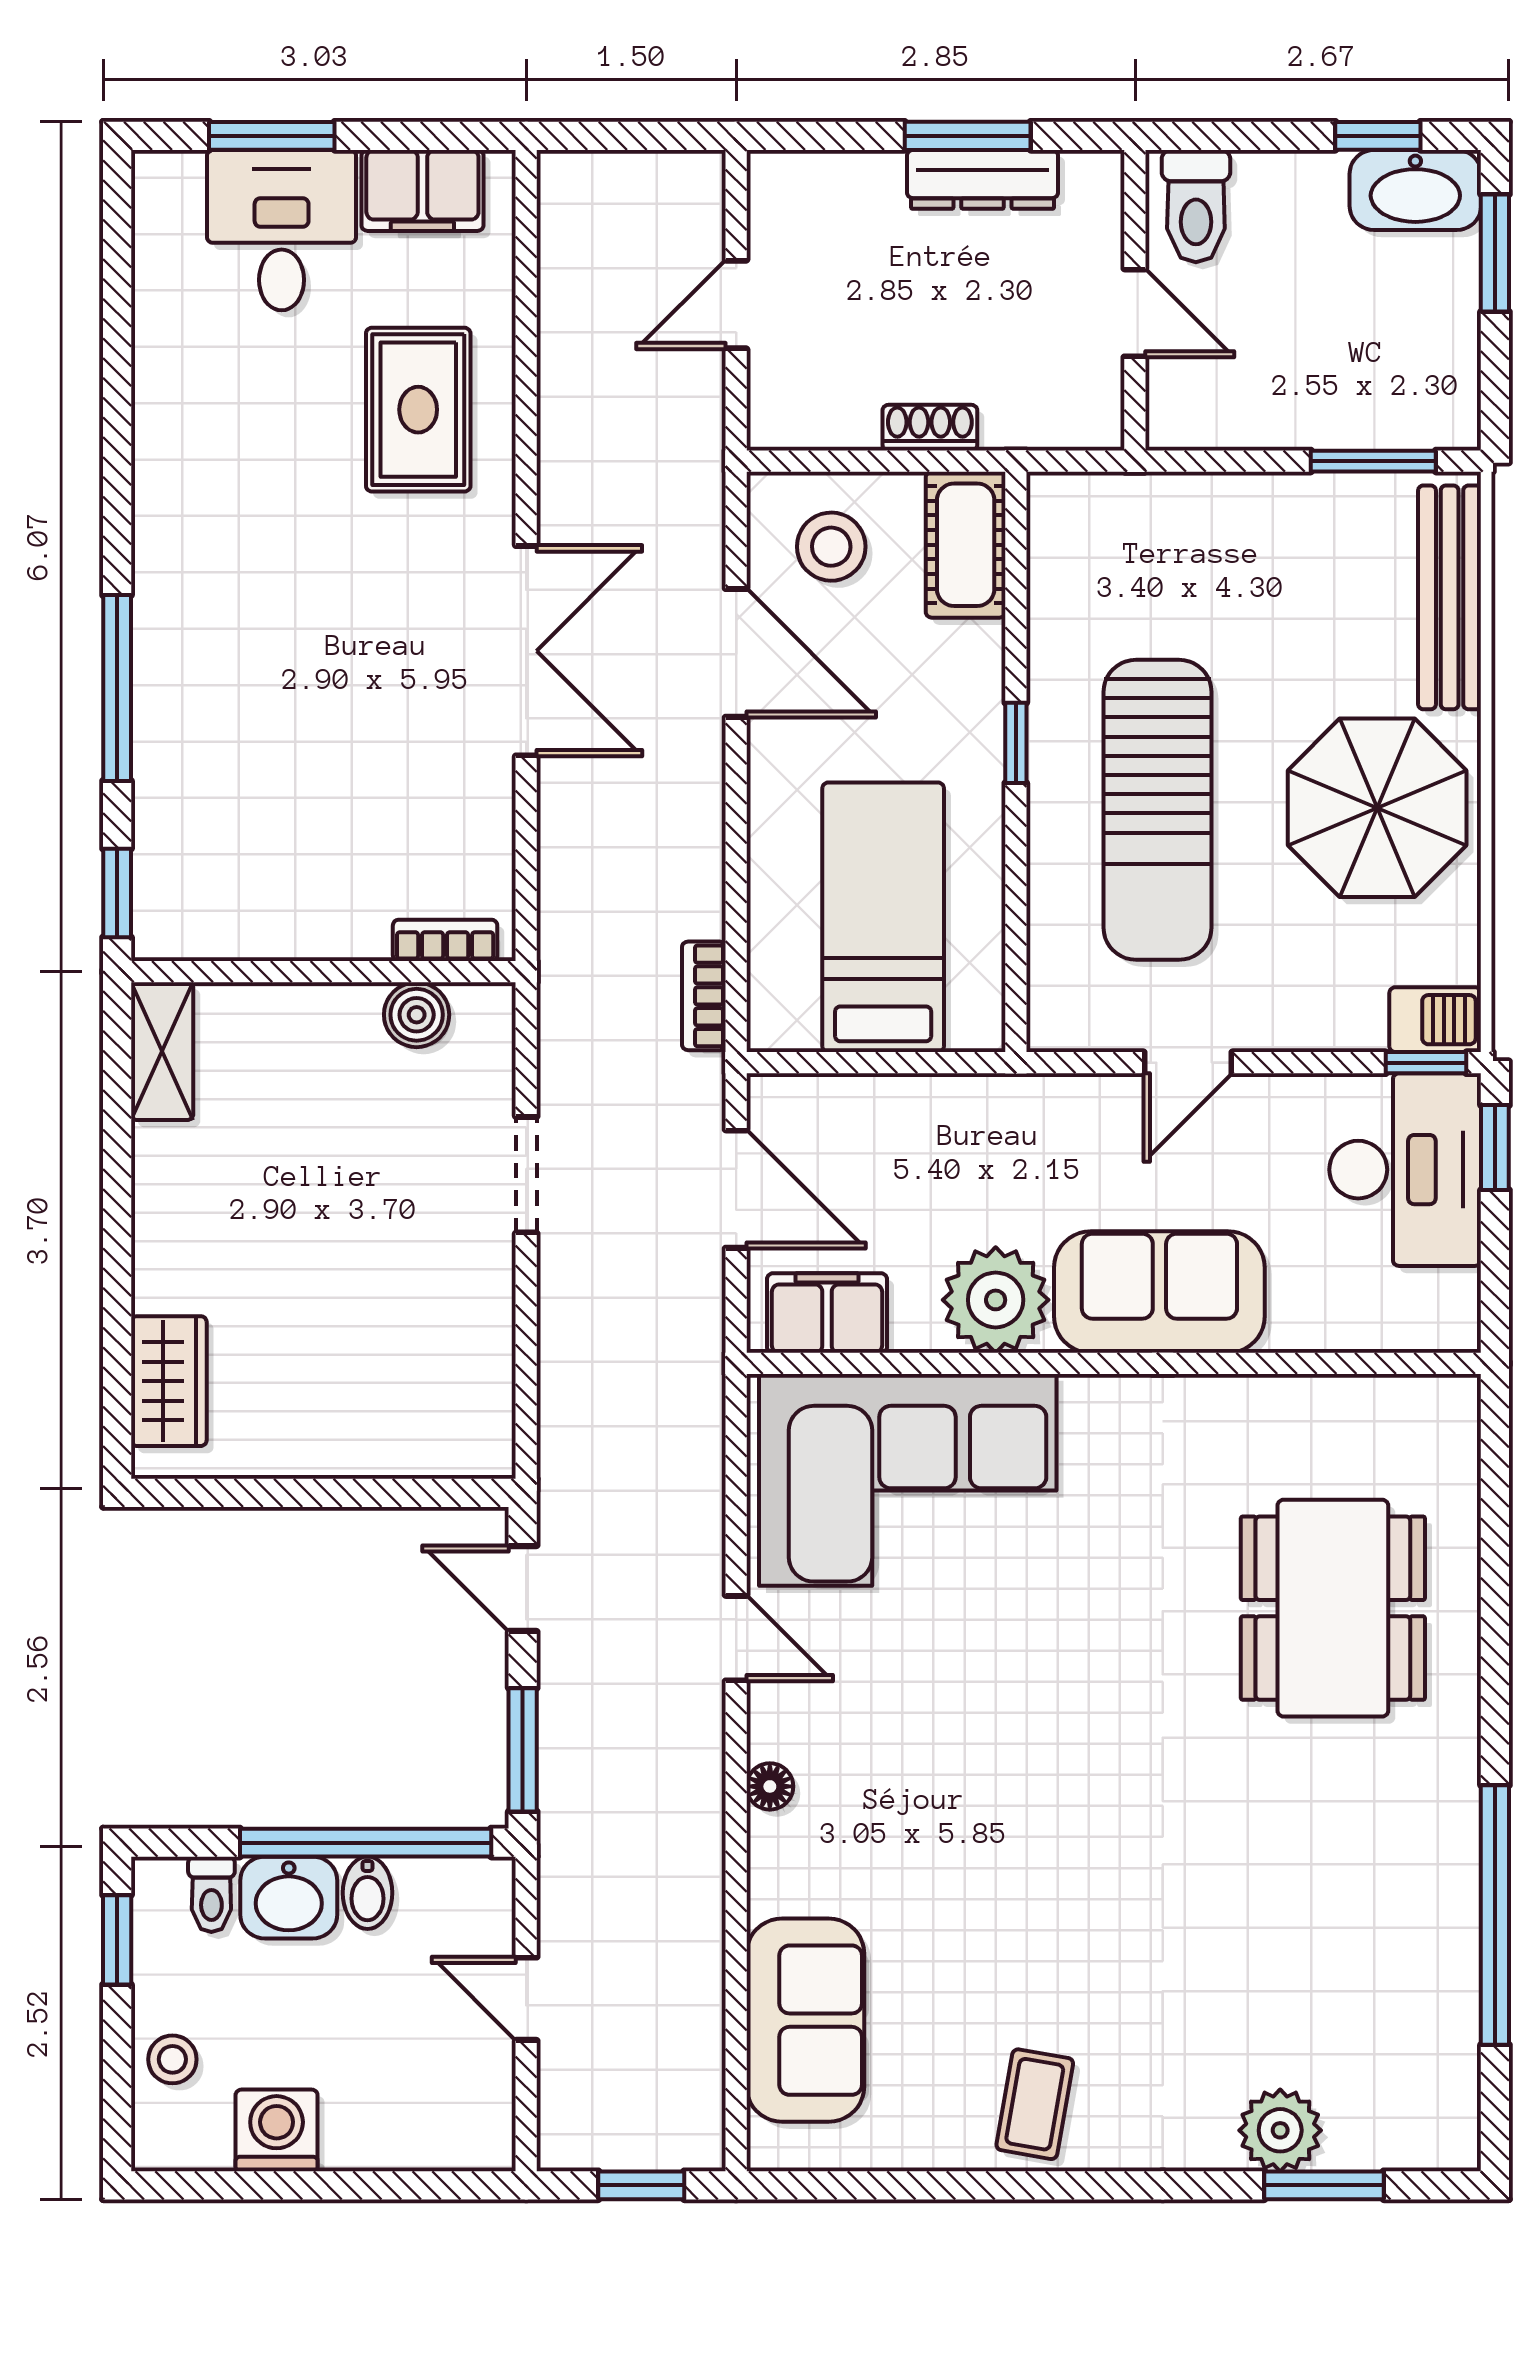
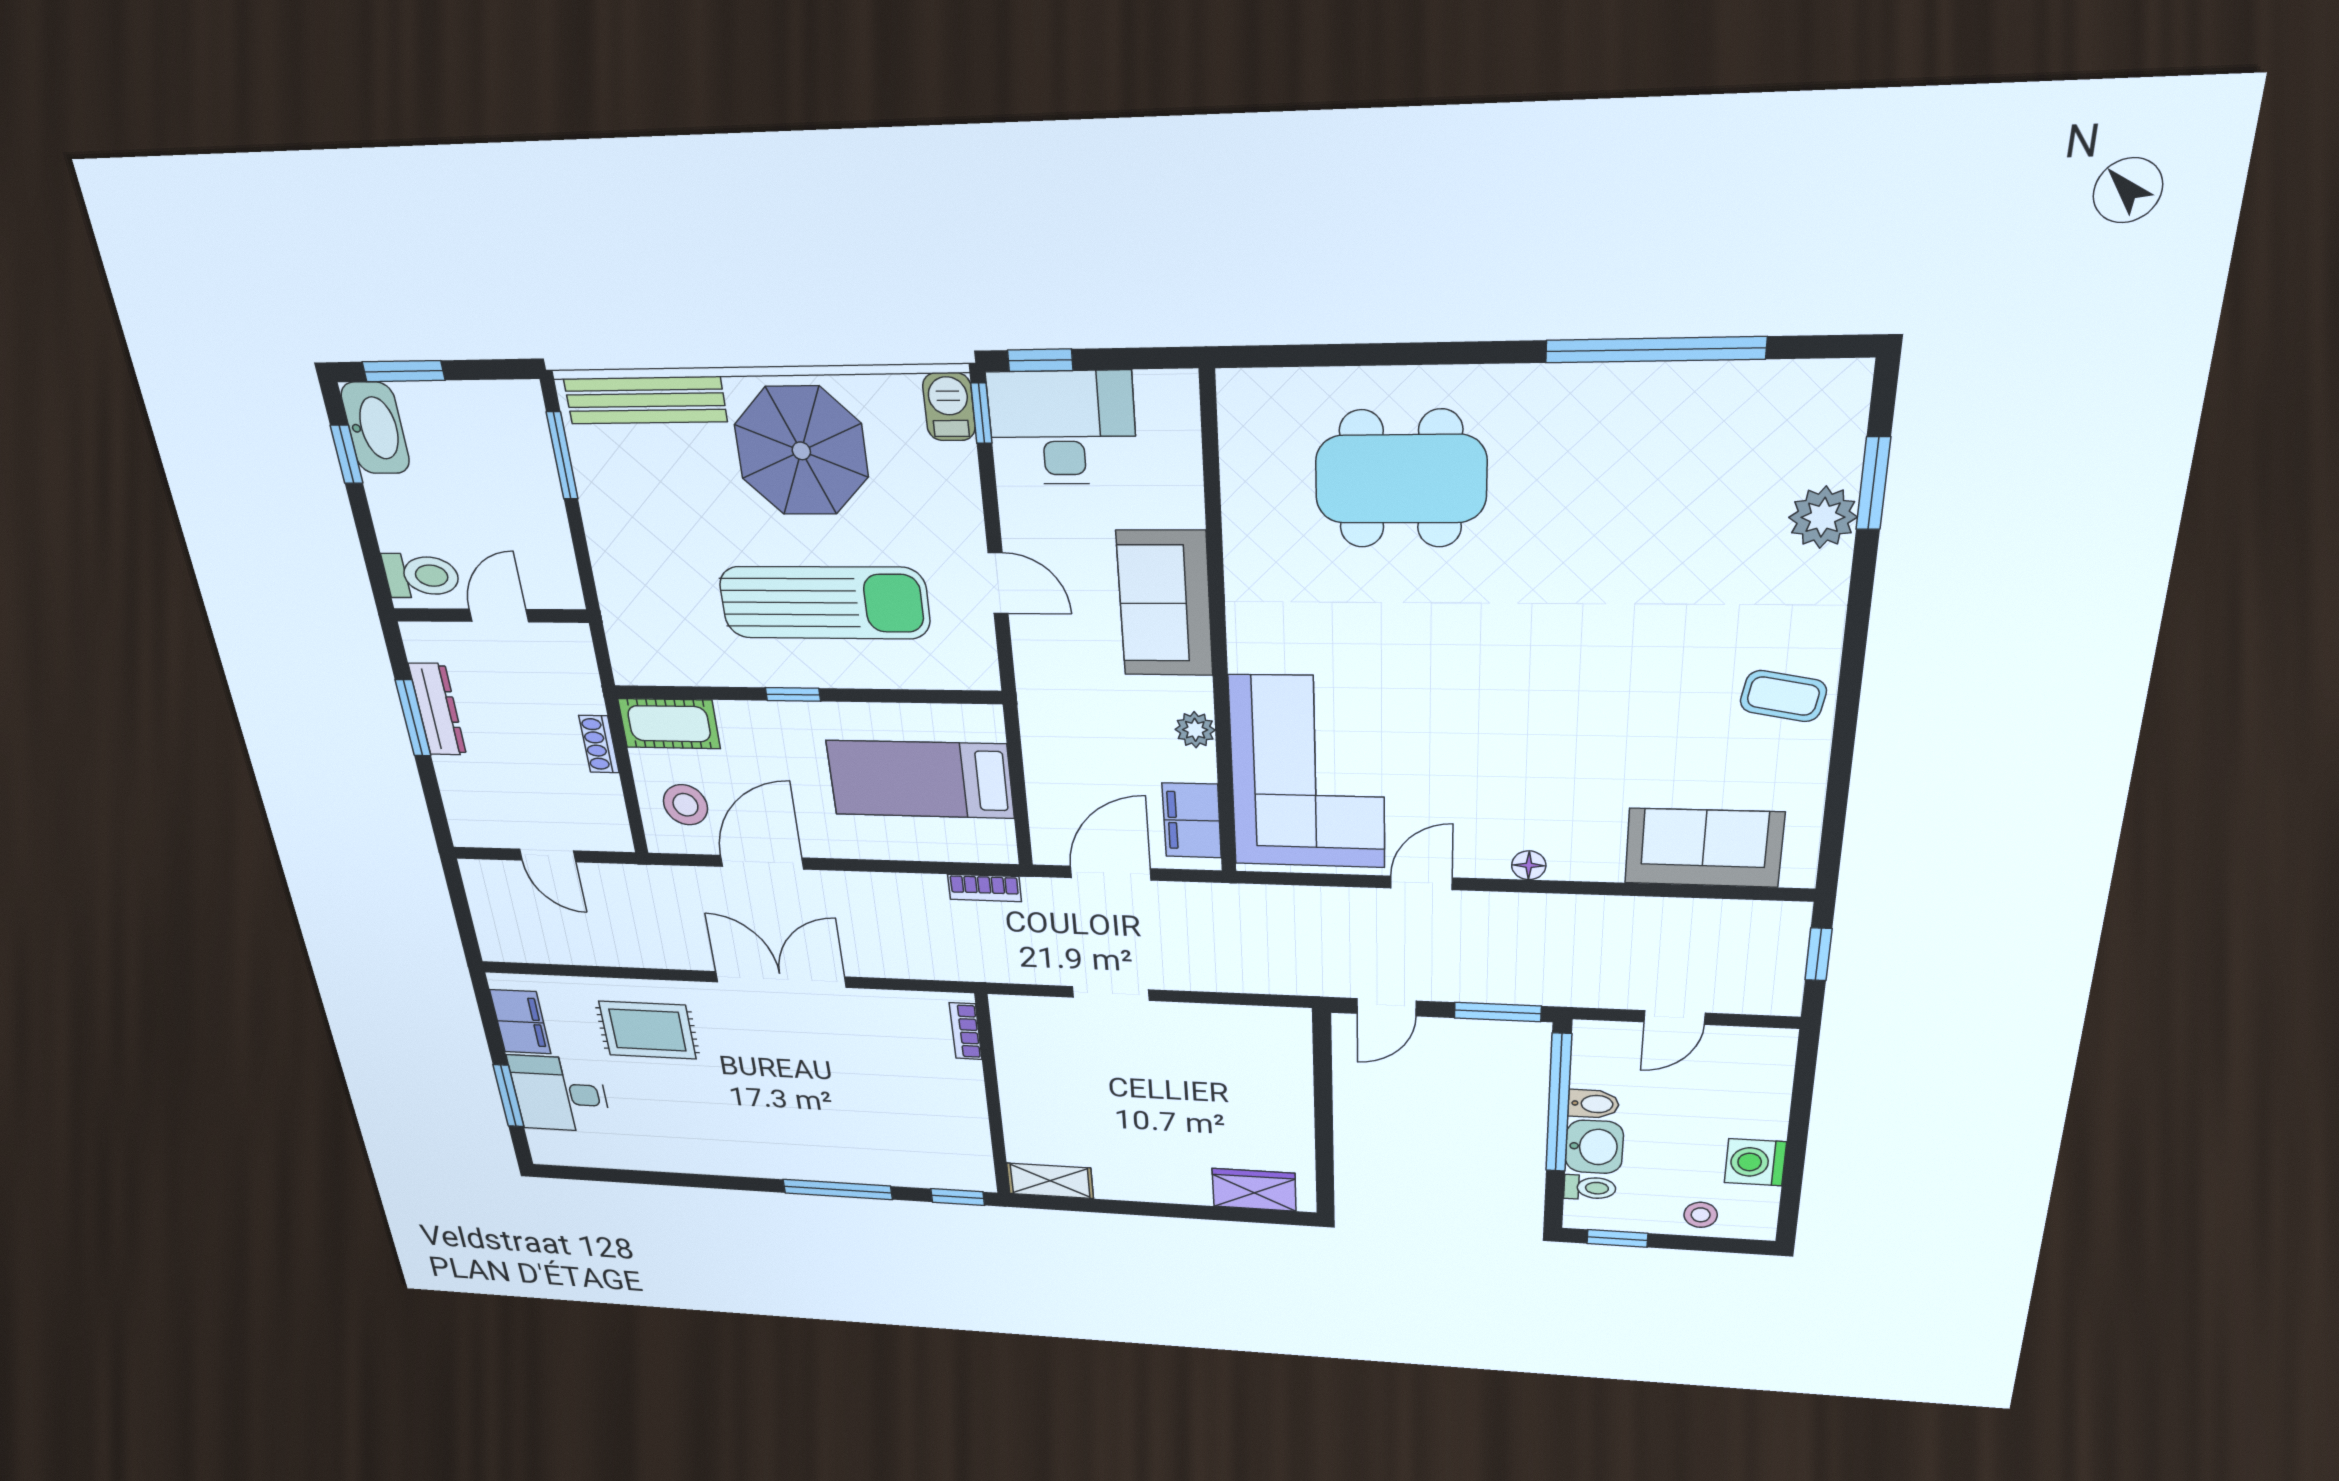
boiler: (417, 1015) -> (1014, 1049), removed
plant: (996, 1300) -> (1195, 730), width x0.53, depth x0.53

